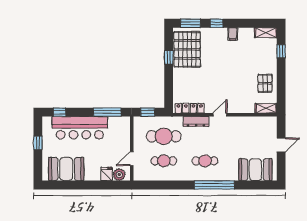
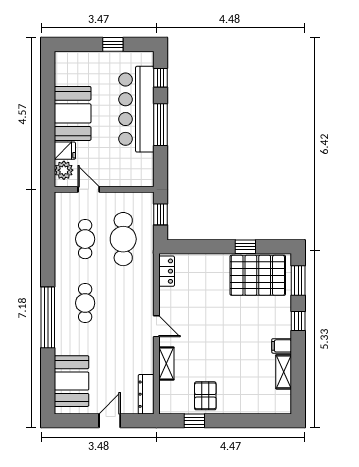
shelving: (266, 33) -> (284, 372), moved
window: (281, 51) -> (194, 421), moved
pallet: (265, 83) -> (205, 396), turned 90
locker: (190, 108) -> (167, 271), width x0.66
shelving: (266, 108) -> (166, 364), moved
window: (107, 112) -> (161, 125), moved
dresser: (196, 121) -> (146, 394), moved
door: (281, 145) -> (110, 421), swing flipped
booth: (66, 169) -> (73, 113), moved

